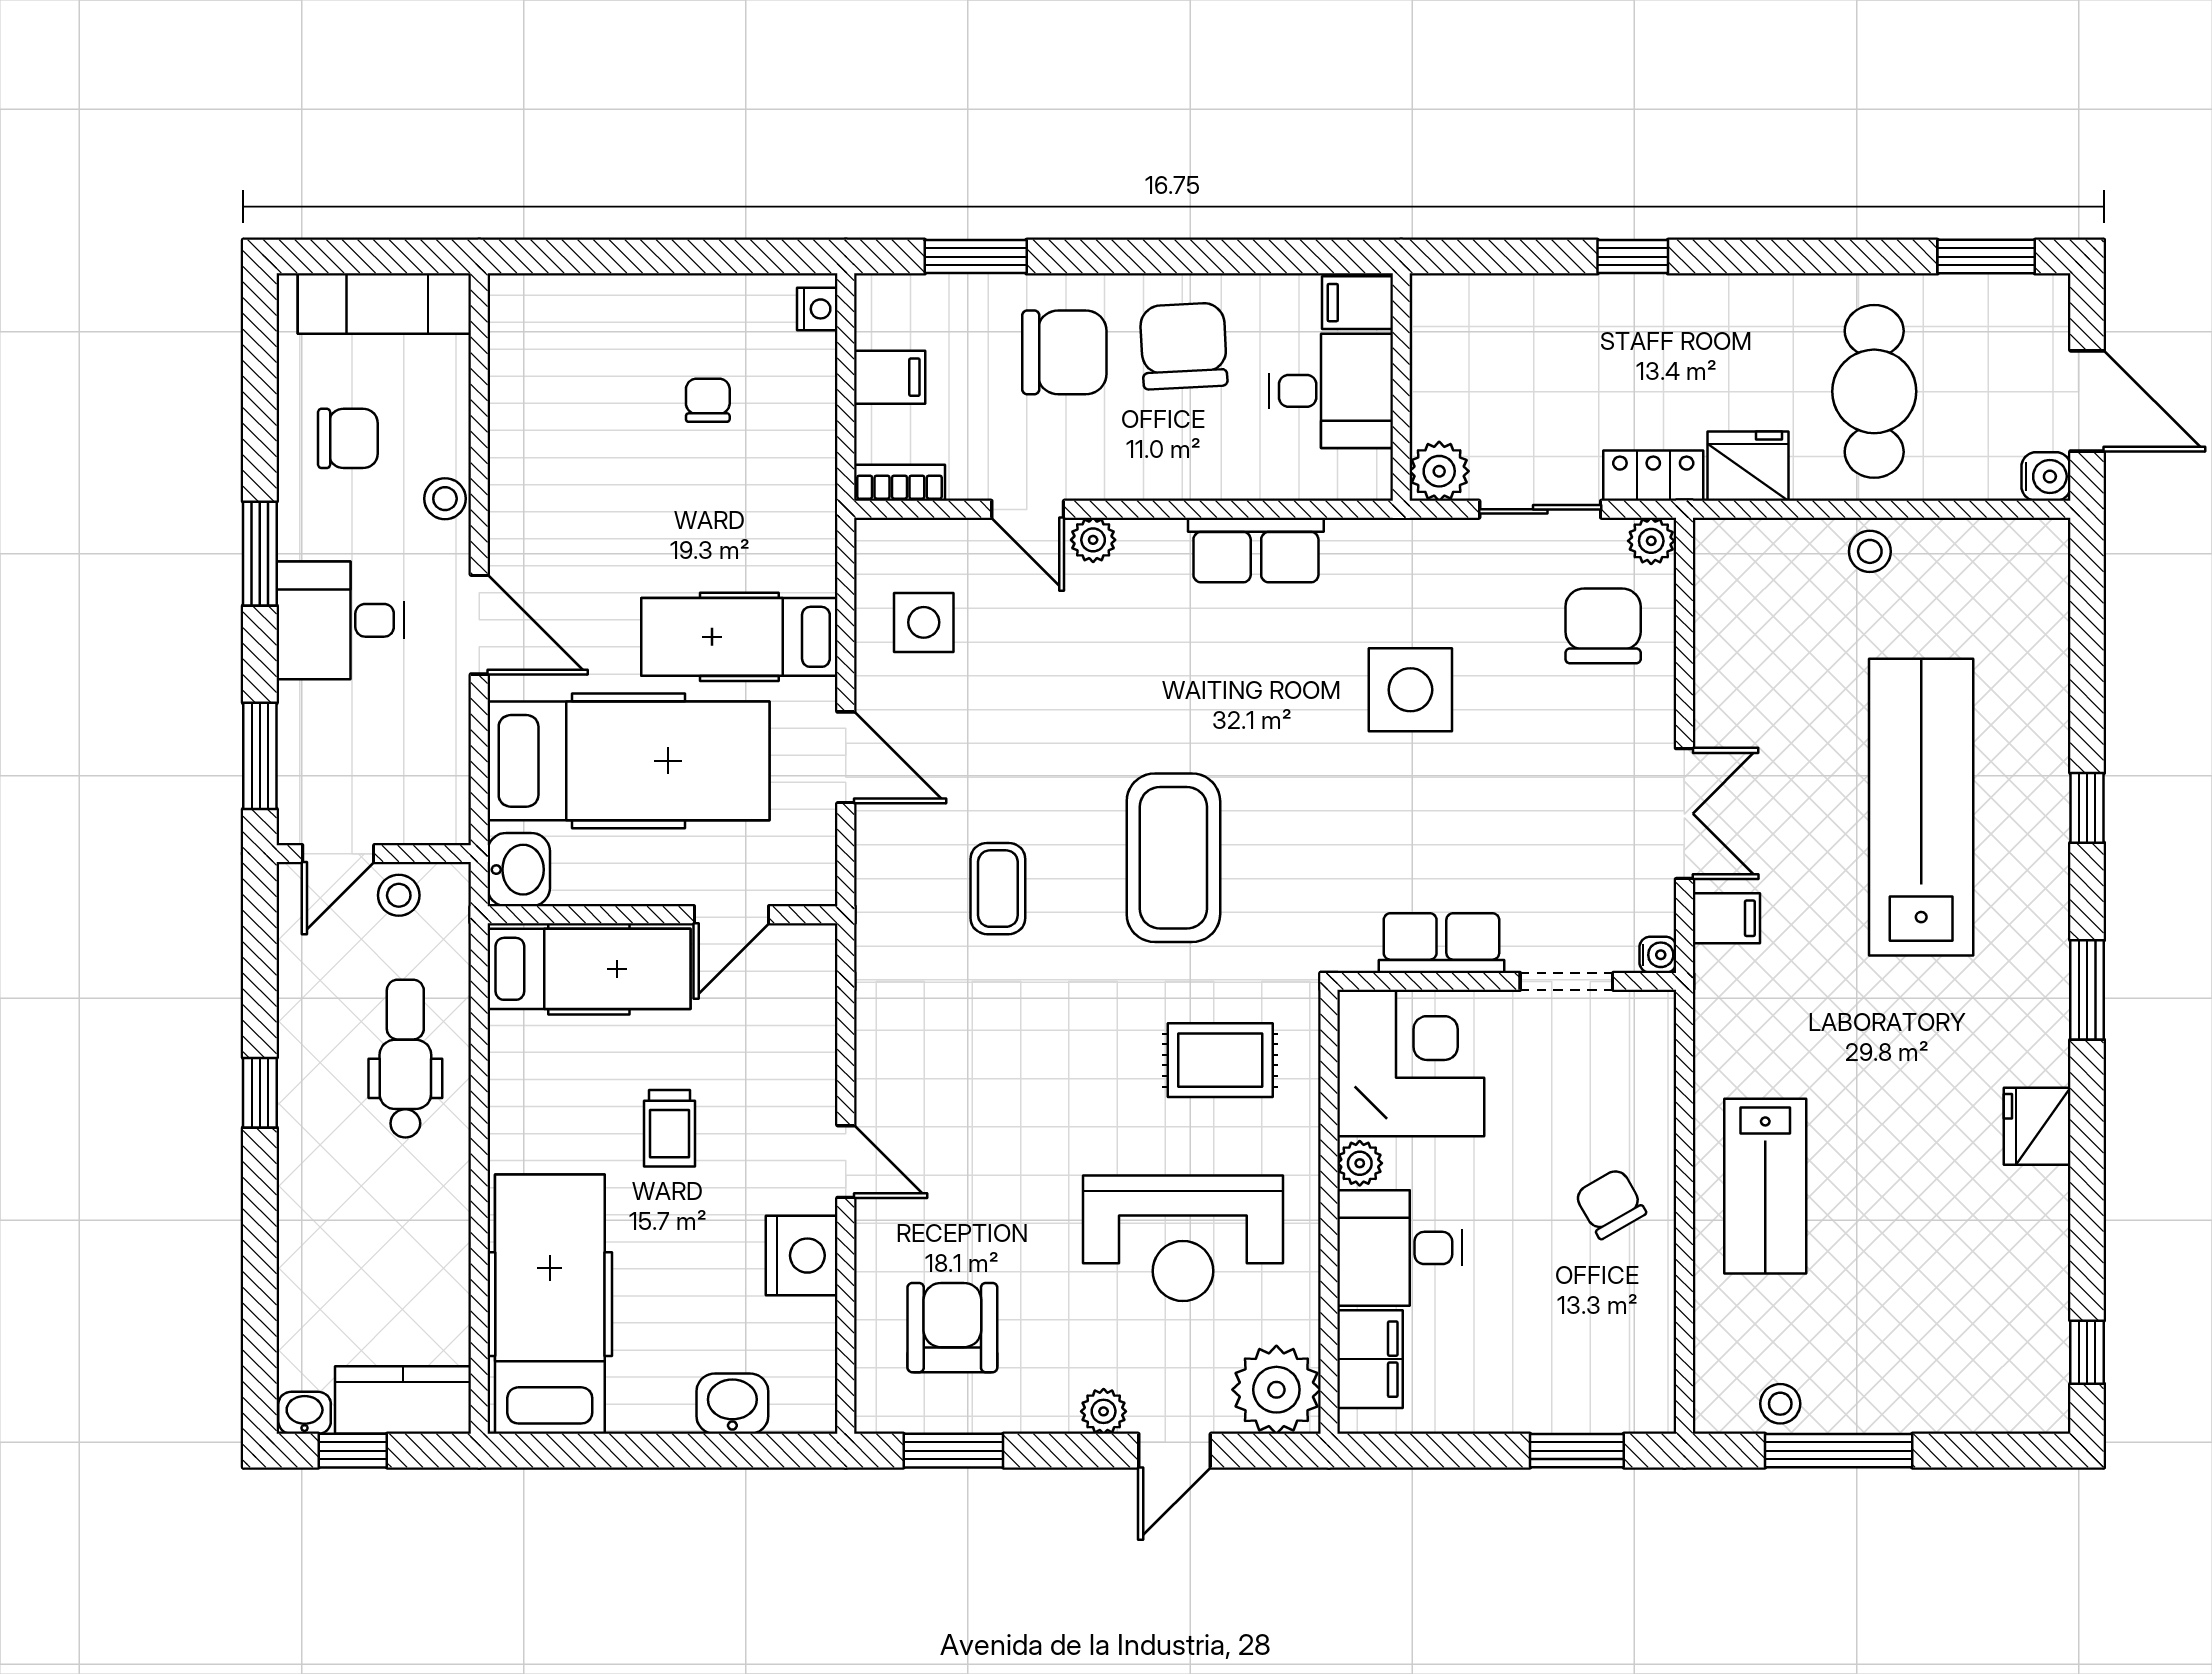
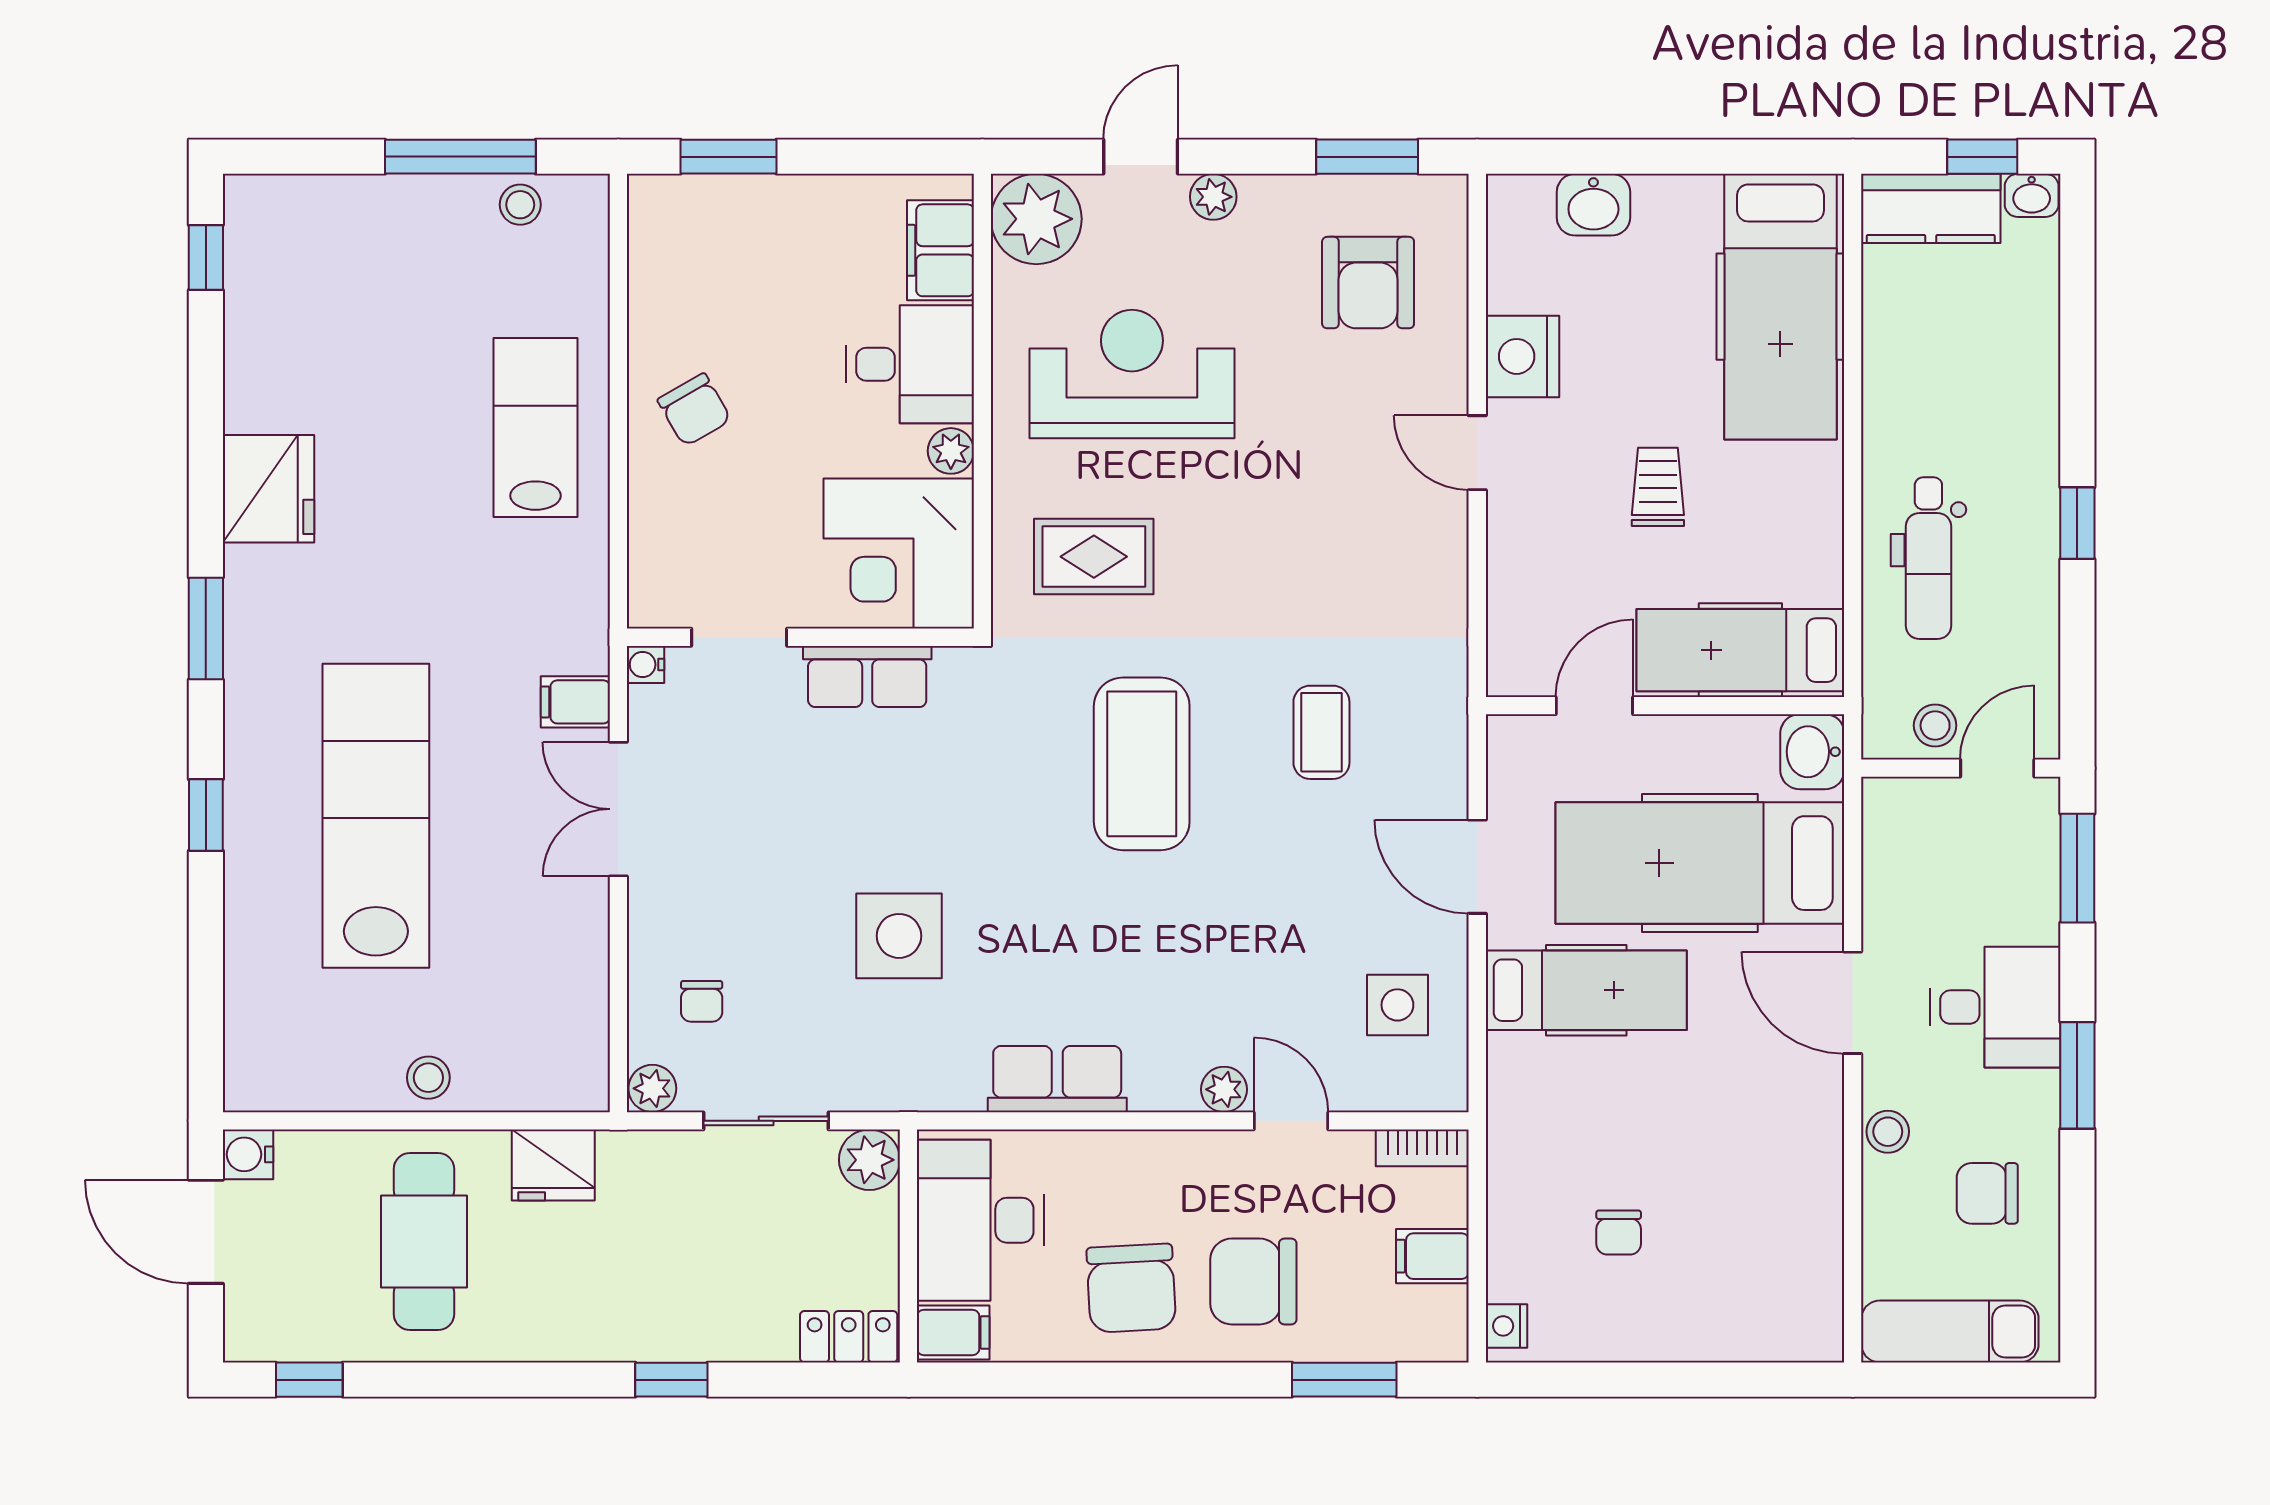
window: (1986, 257) -> (309, 1380), width x0.67
desk: (1331, 391) -> (980, 1220), width x1.37
locker: (1653, 476) -> (849, 1337), moved, turned 180
chair: (1603, 626) -> (702, 1001), width x0.54, depth x0.54
lab bench: (1921, 807) -> (376, 816), turned 180
fridge: (2037, 1126) -> (269, 489), width x1.36, depth x1.34

